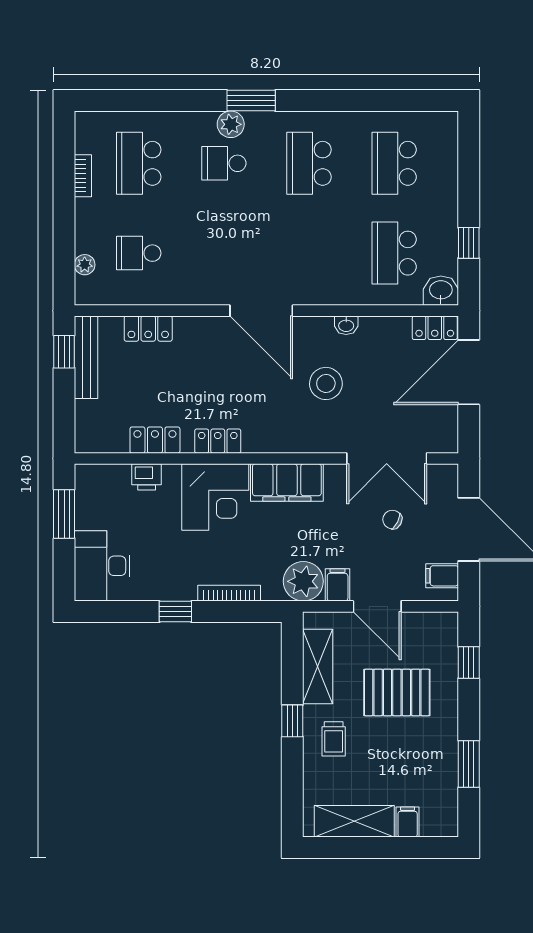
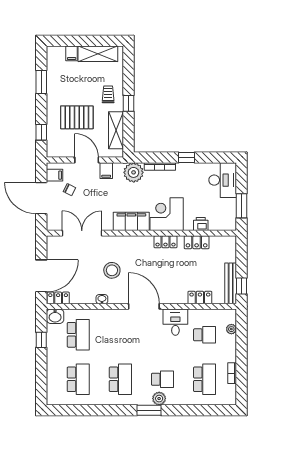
desk: (198, 279) -> (175, 322), added
chair: (392, 520) -> (69, 190), moved
plant: (303, 581) -> (134, 172), moved

